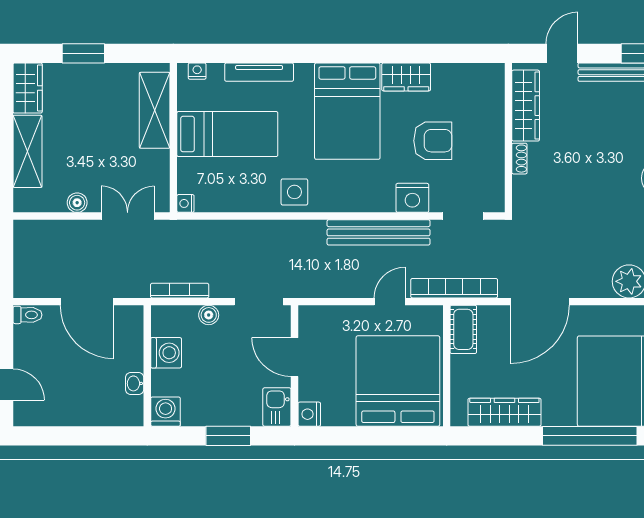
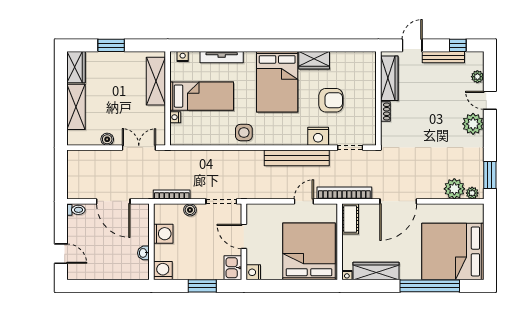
nightstand: (185, 203) -> (175, 117), moved
nightstand: (458, 419) -> (347, 275), added

